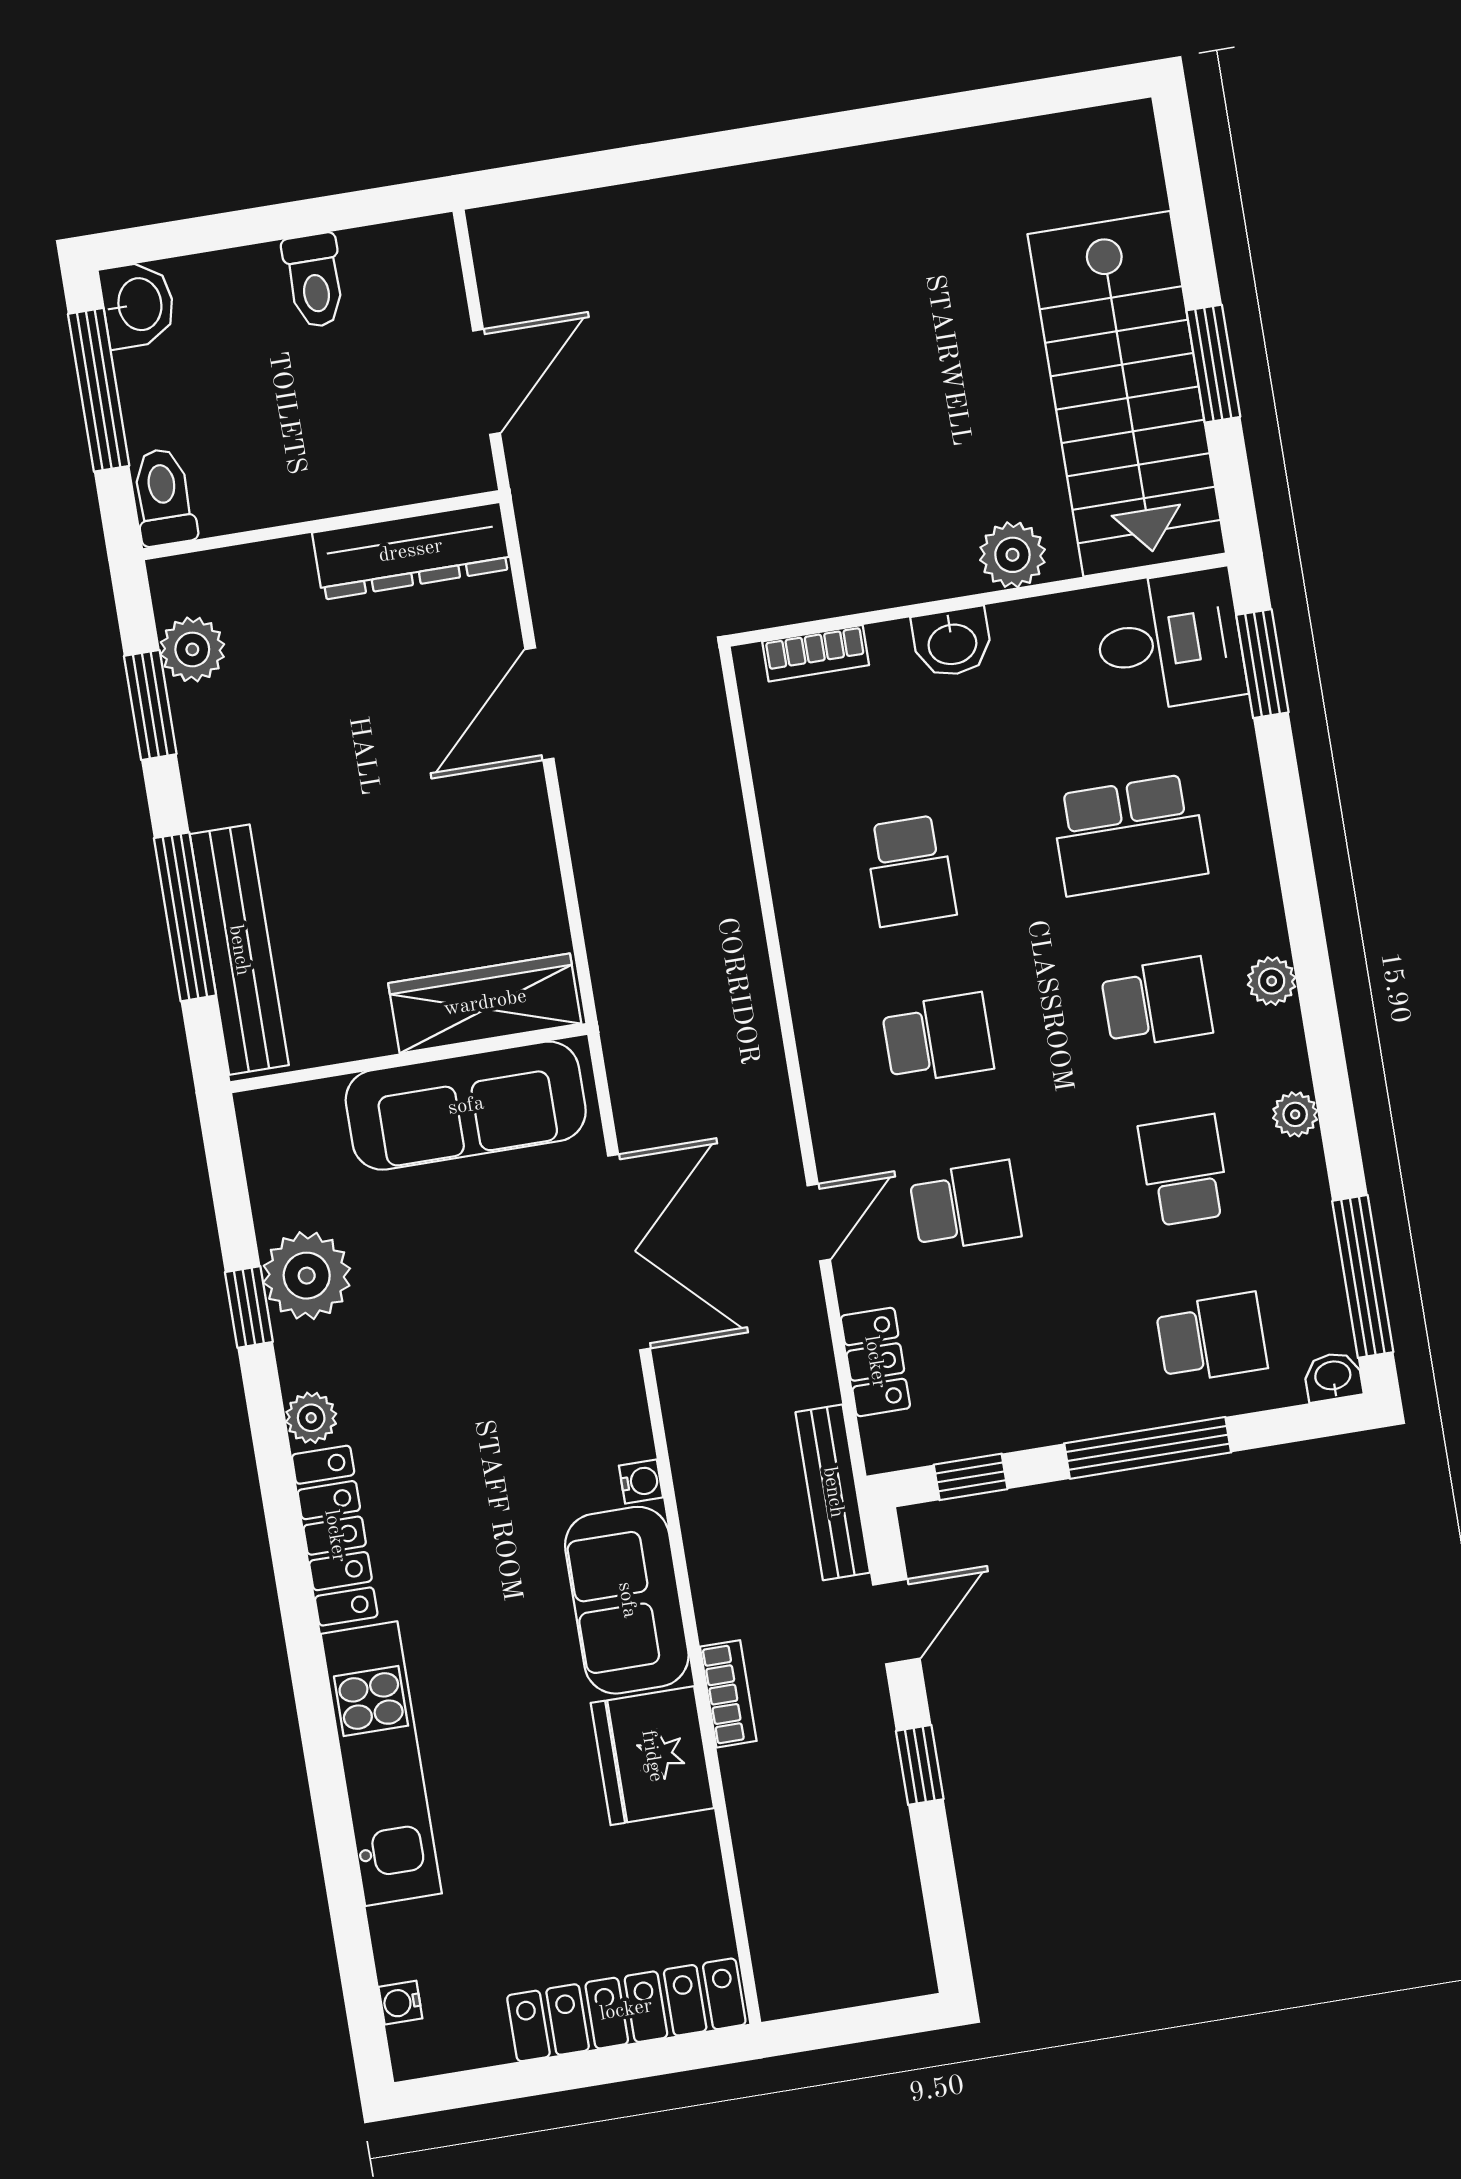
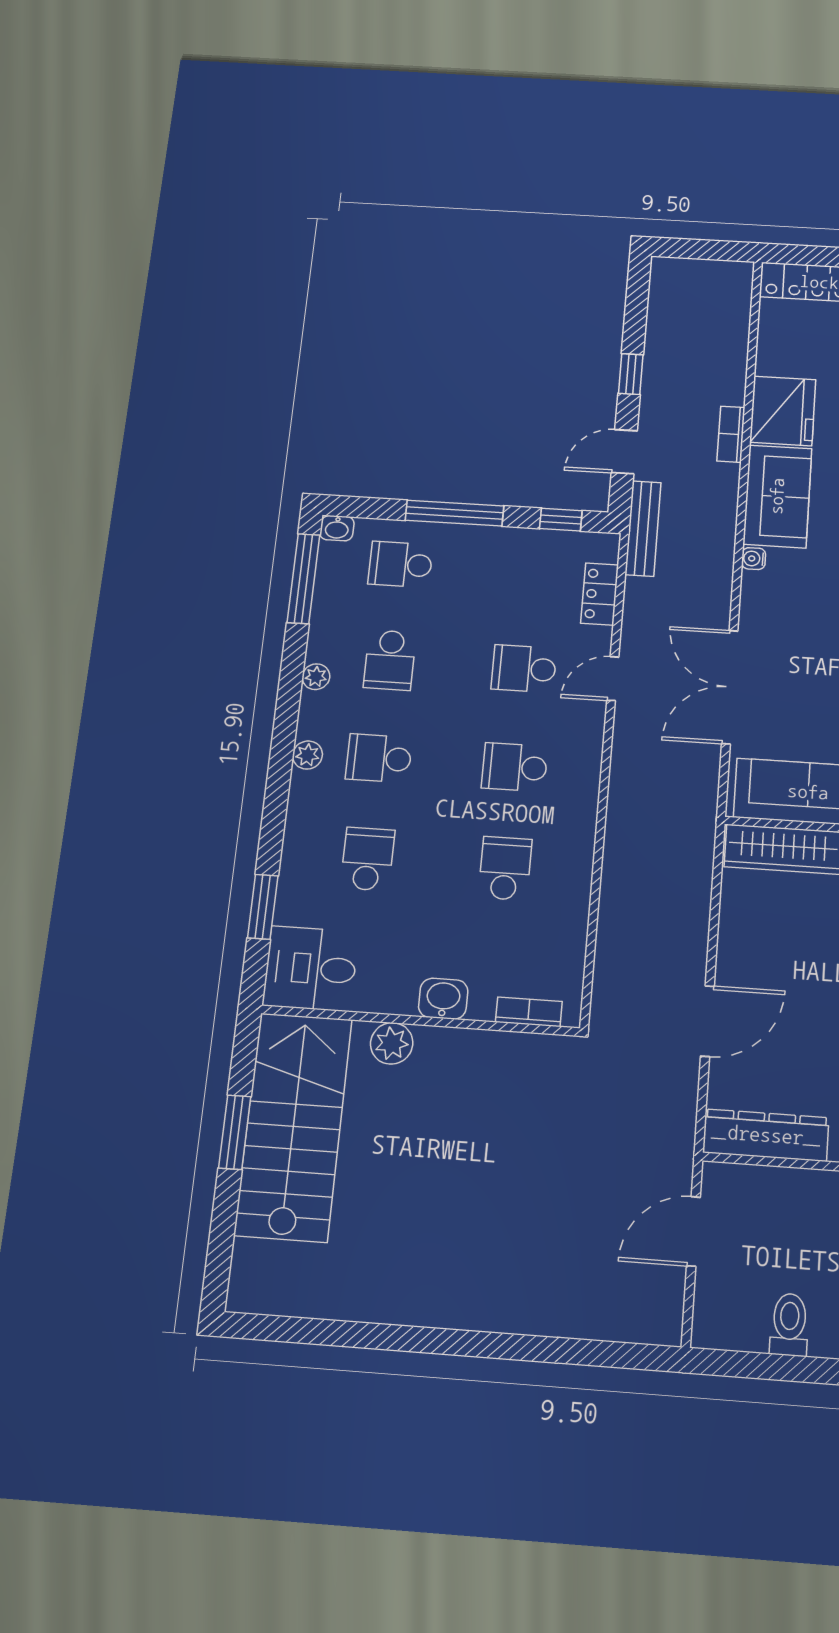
window: (1262, 664) -> (263, 907), moved
school desk: (1129, 835) -> (368, 859), width x0.54

